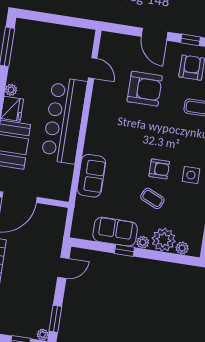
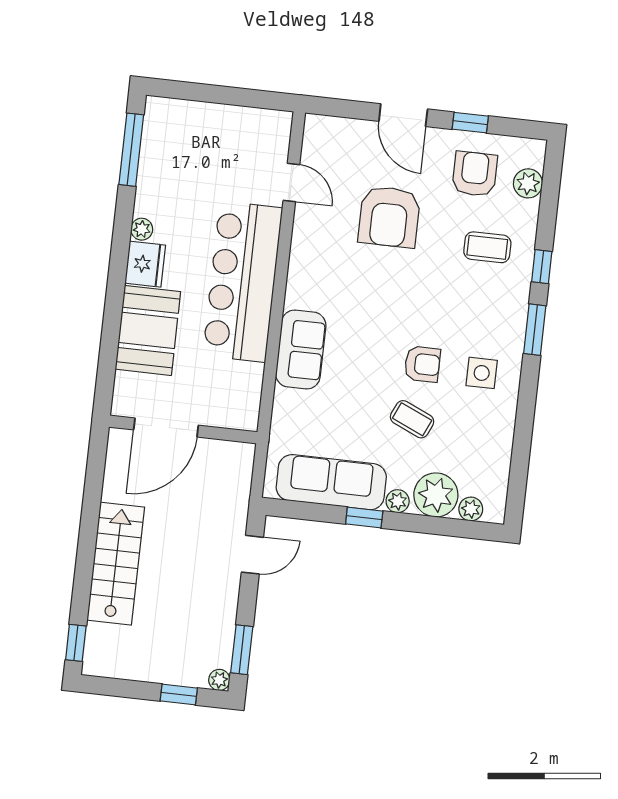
armchair: (145, 89) -> (389, 217), turned 90
sofa: (91, 176) -> (301, 349), moved
sofa: (115, 232) -> (331, 482), width x1.36

